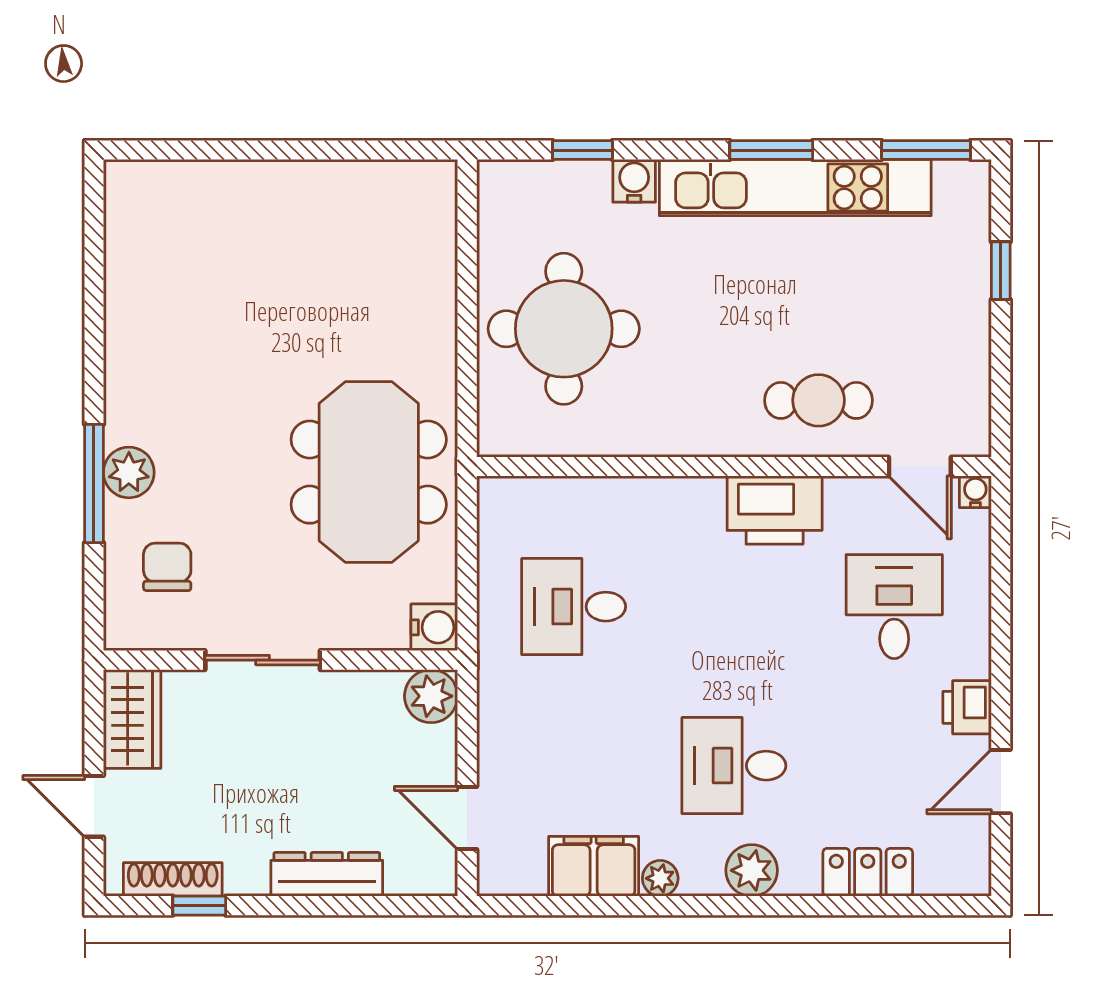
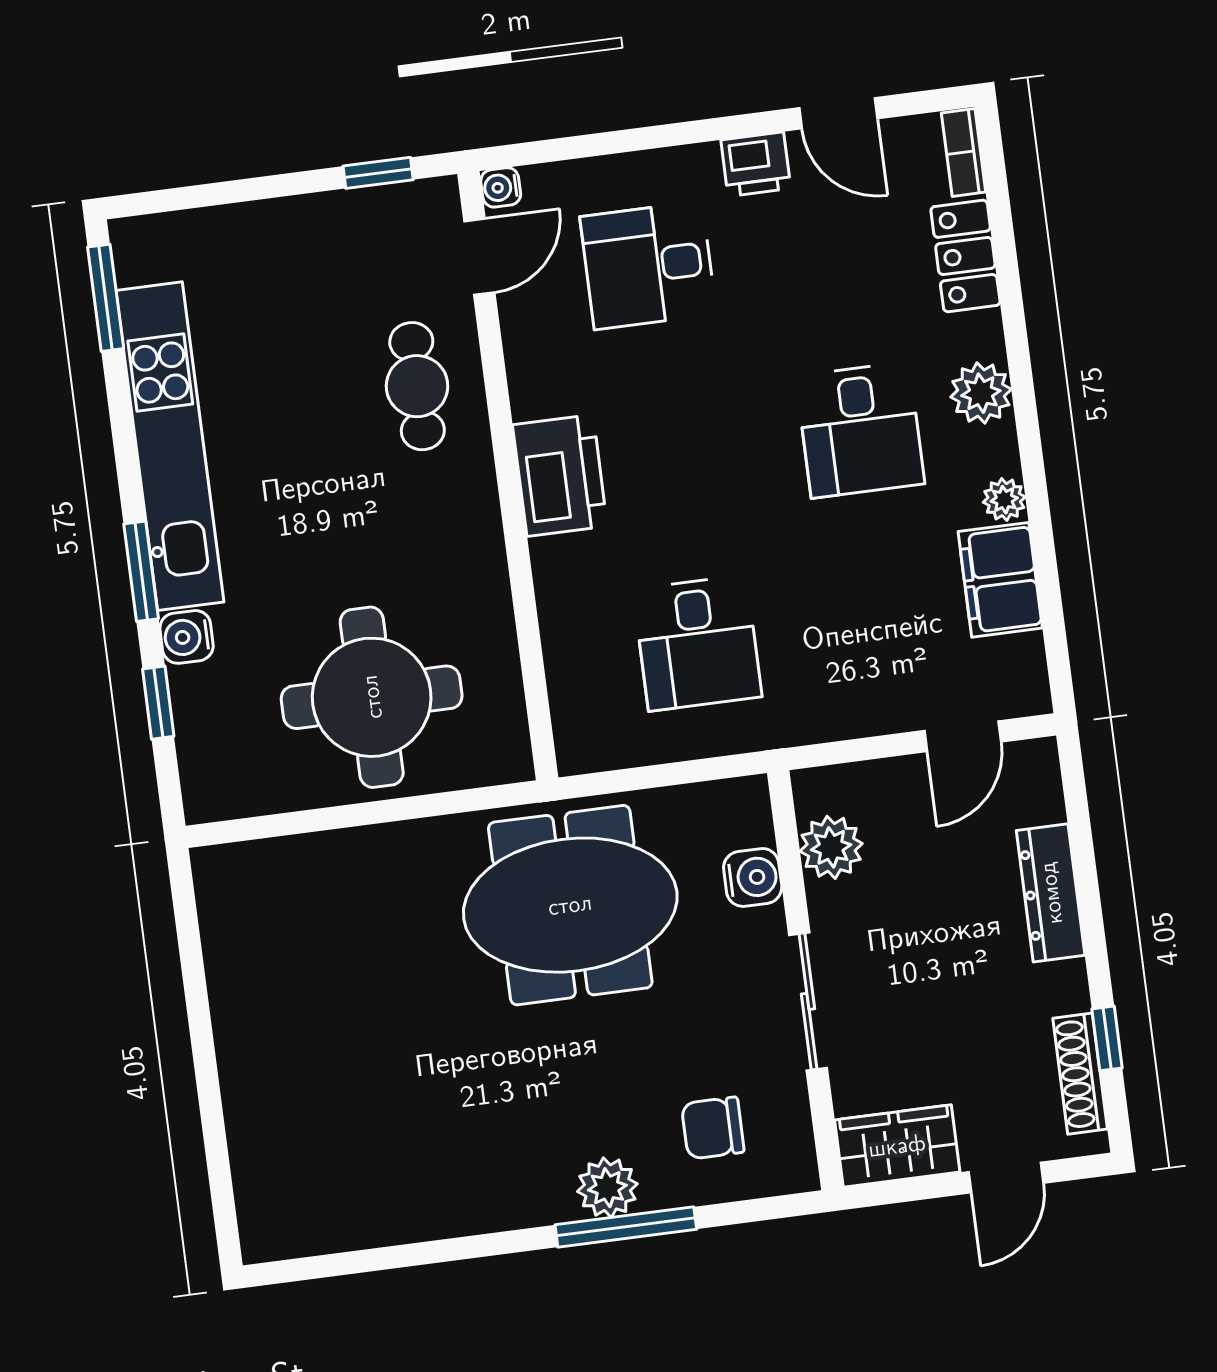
window: (771, 150) -> (141, 571), moved
window: (1001, 271) -> (378, 173), moved
printer: (775, 510) -> (560, 475), moved
water cooler: (434, 627) -> (753, 877), moved, turned 90
plant: (431, 696) -> (831, 847), moved
bookcase: (954, 882) -> (964, 153), added

